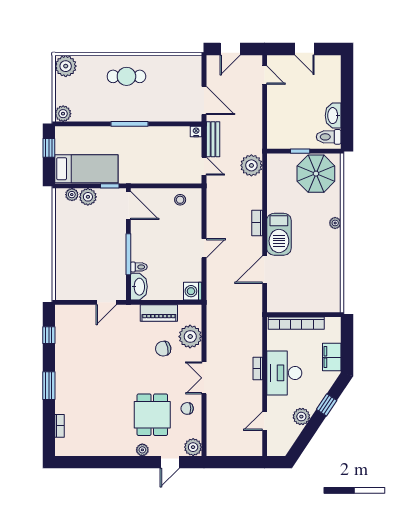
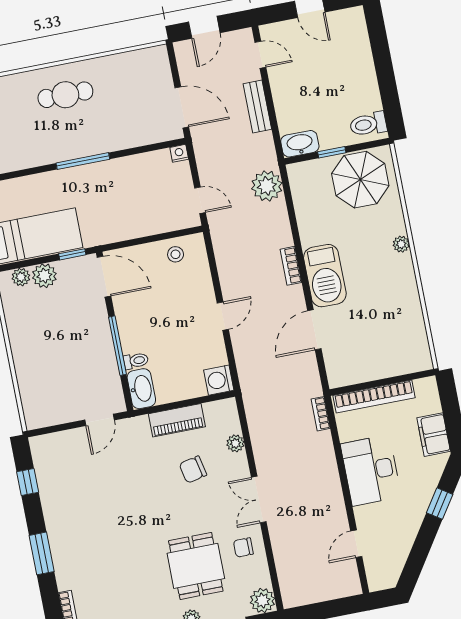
washbasin: (333, 116) -> (300, 144), moved, turned 90
bench: (213, 139) -> (257, 107), moved
plant: (190, 337) -> (235, 443), width x0.53, depth x0.53
bookcase: (258, 368) -> (321, 414), moved
plant: (301, 417) -> (407, 527), removed

